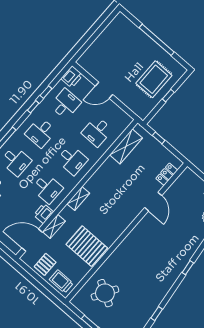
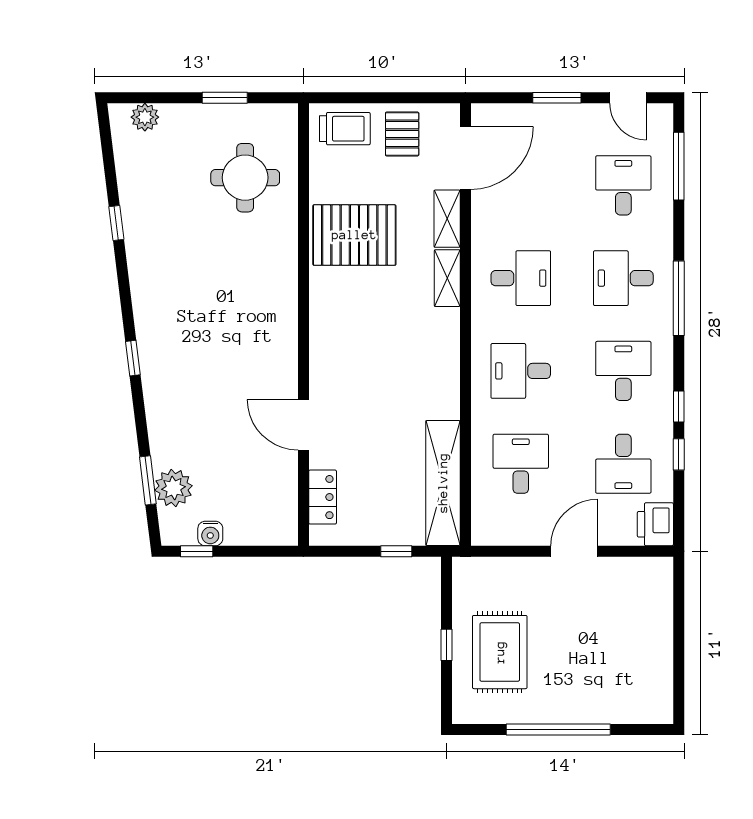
shelving: (126, 146) -> (443, 483), width x1.47
desk: (47, 188) -> (521, 278), turned 180
shelving: (78, 199) -> (447, 278), moved
printer: (44, 213) -> (487, 226), removed
round table: (105, 293) -> (245, 178), turned -30

